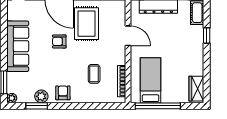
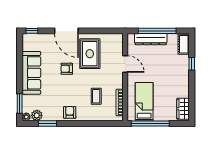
plant: (41, 96) -> (37, 115), moved

